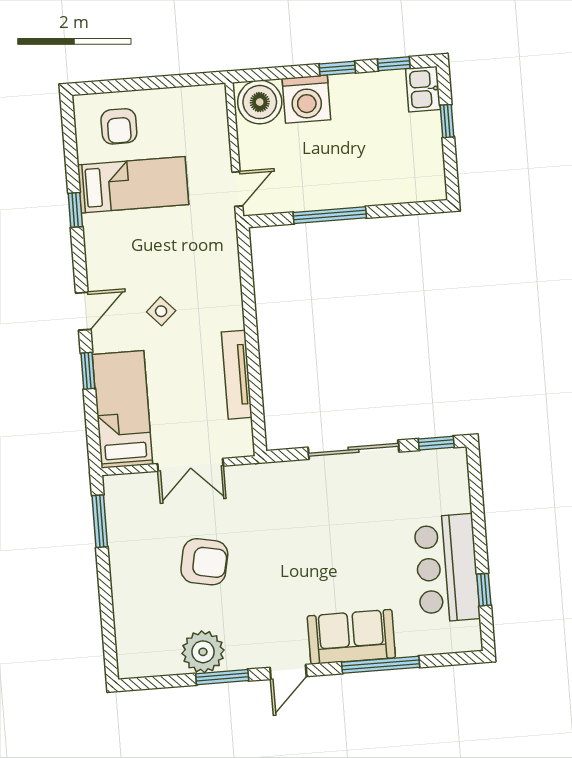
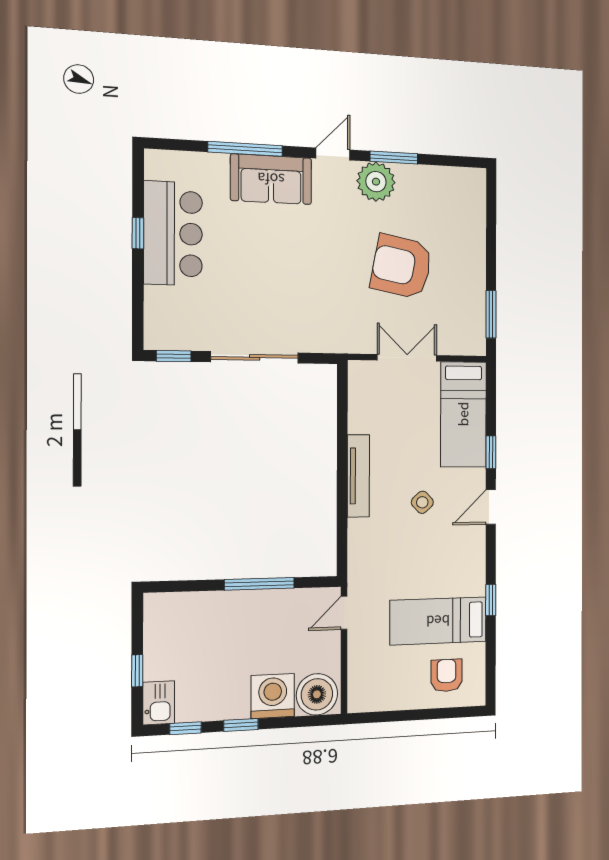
tv unit: (237, 375) -> (358, 476), moved
armchair: (204, 562) -> (401, 267), width x1.36, depth x1.36
window: (484, 590) -> (138, 233), moved
plant: (203, 652) -> (376, 182), moved

